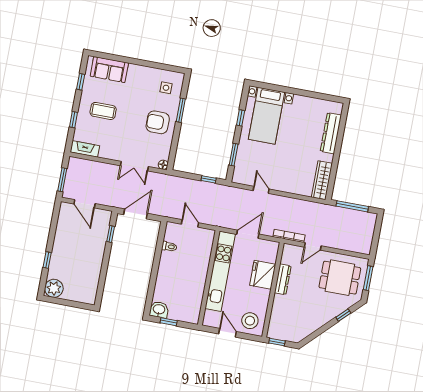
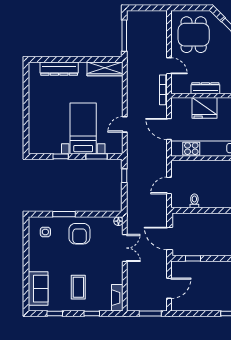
bed with nightstands: (266, 116) -> (83, 128), moved, turned -90
window: (368, 278) -> (189, 8), removed

